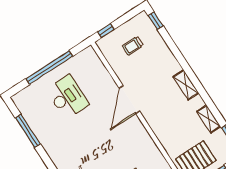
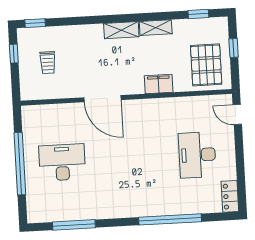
window: (106, 31) -> (14, 54), moved
shelving: (209, 119) -> (156, 28), moved
filing cabinet: (163, 134) -> (159, 84), added

